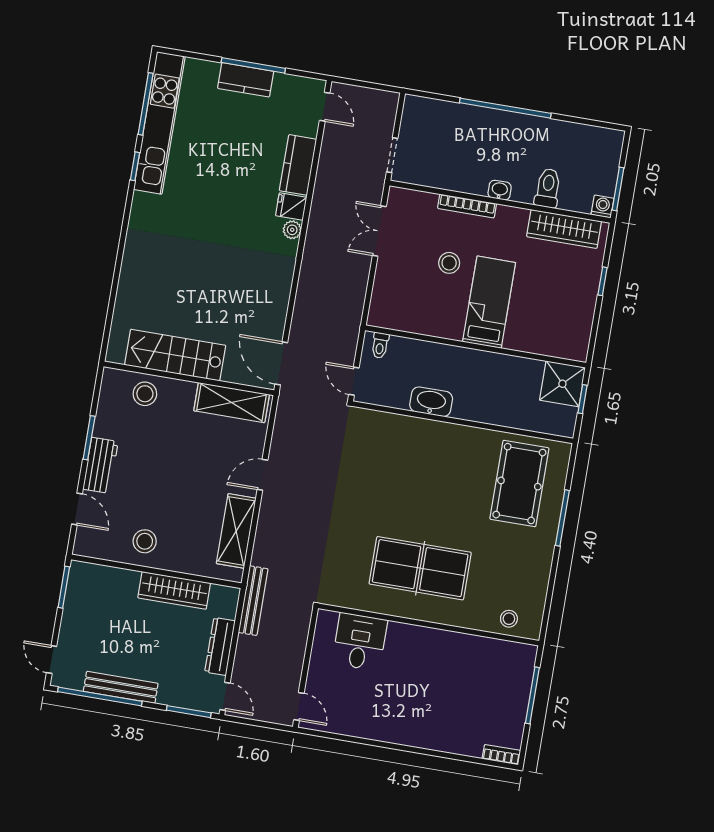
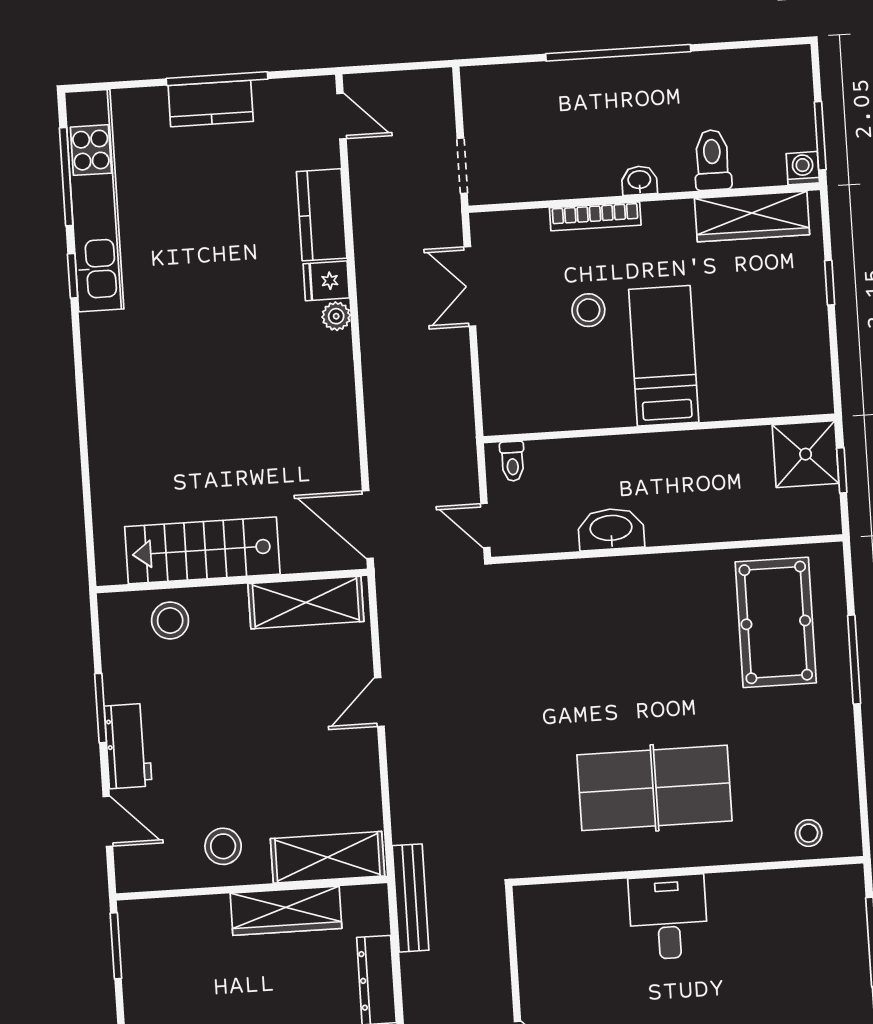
shelving: (236, 531) -> (328, 857), moved, turned 90
desk: (360, 642) -> (668, 917), moved

